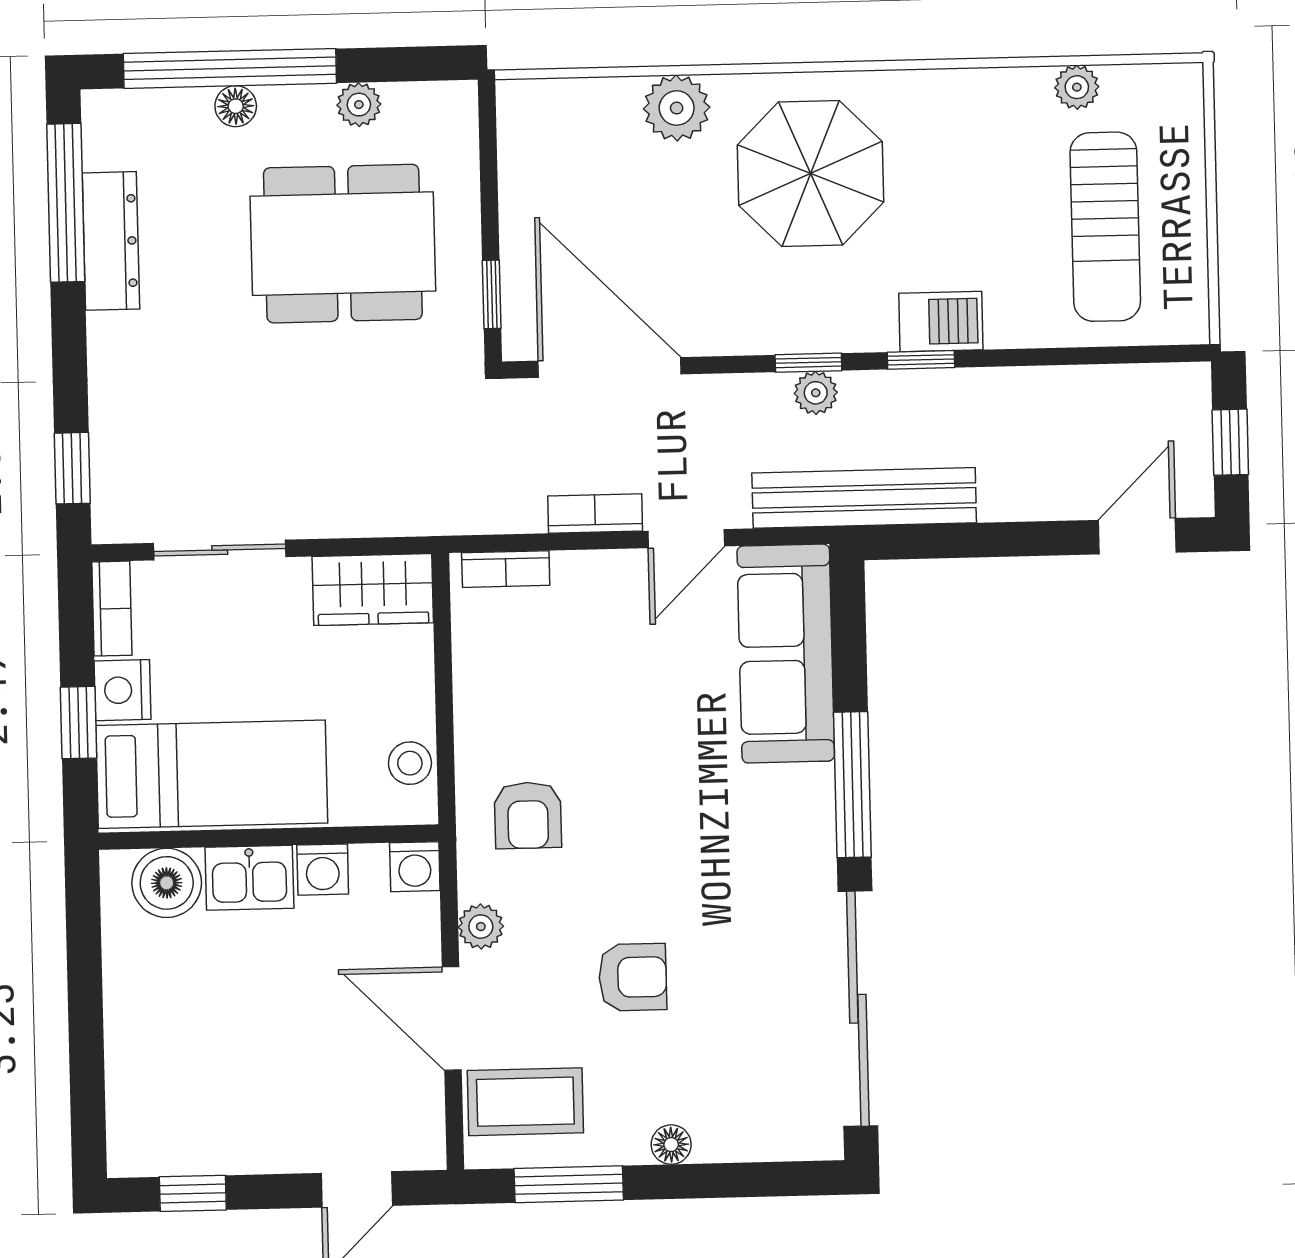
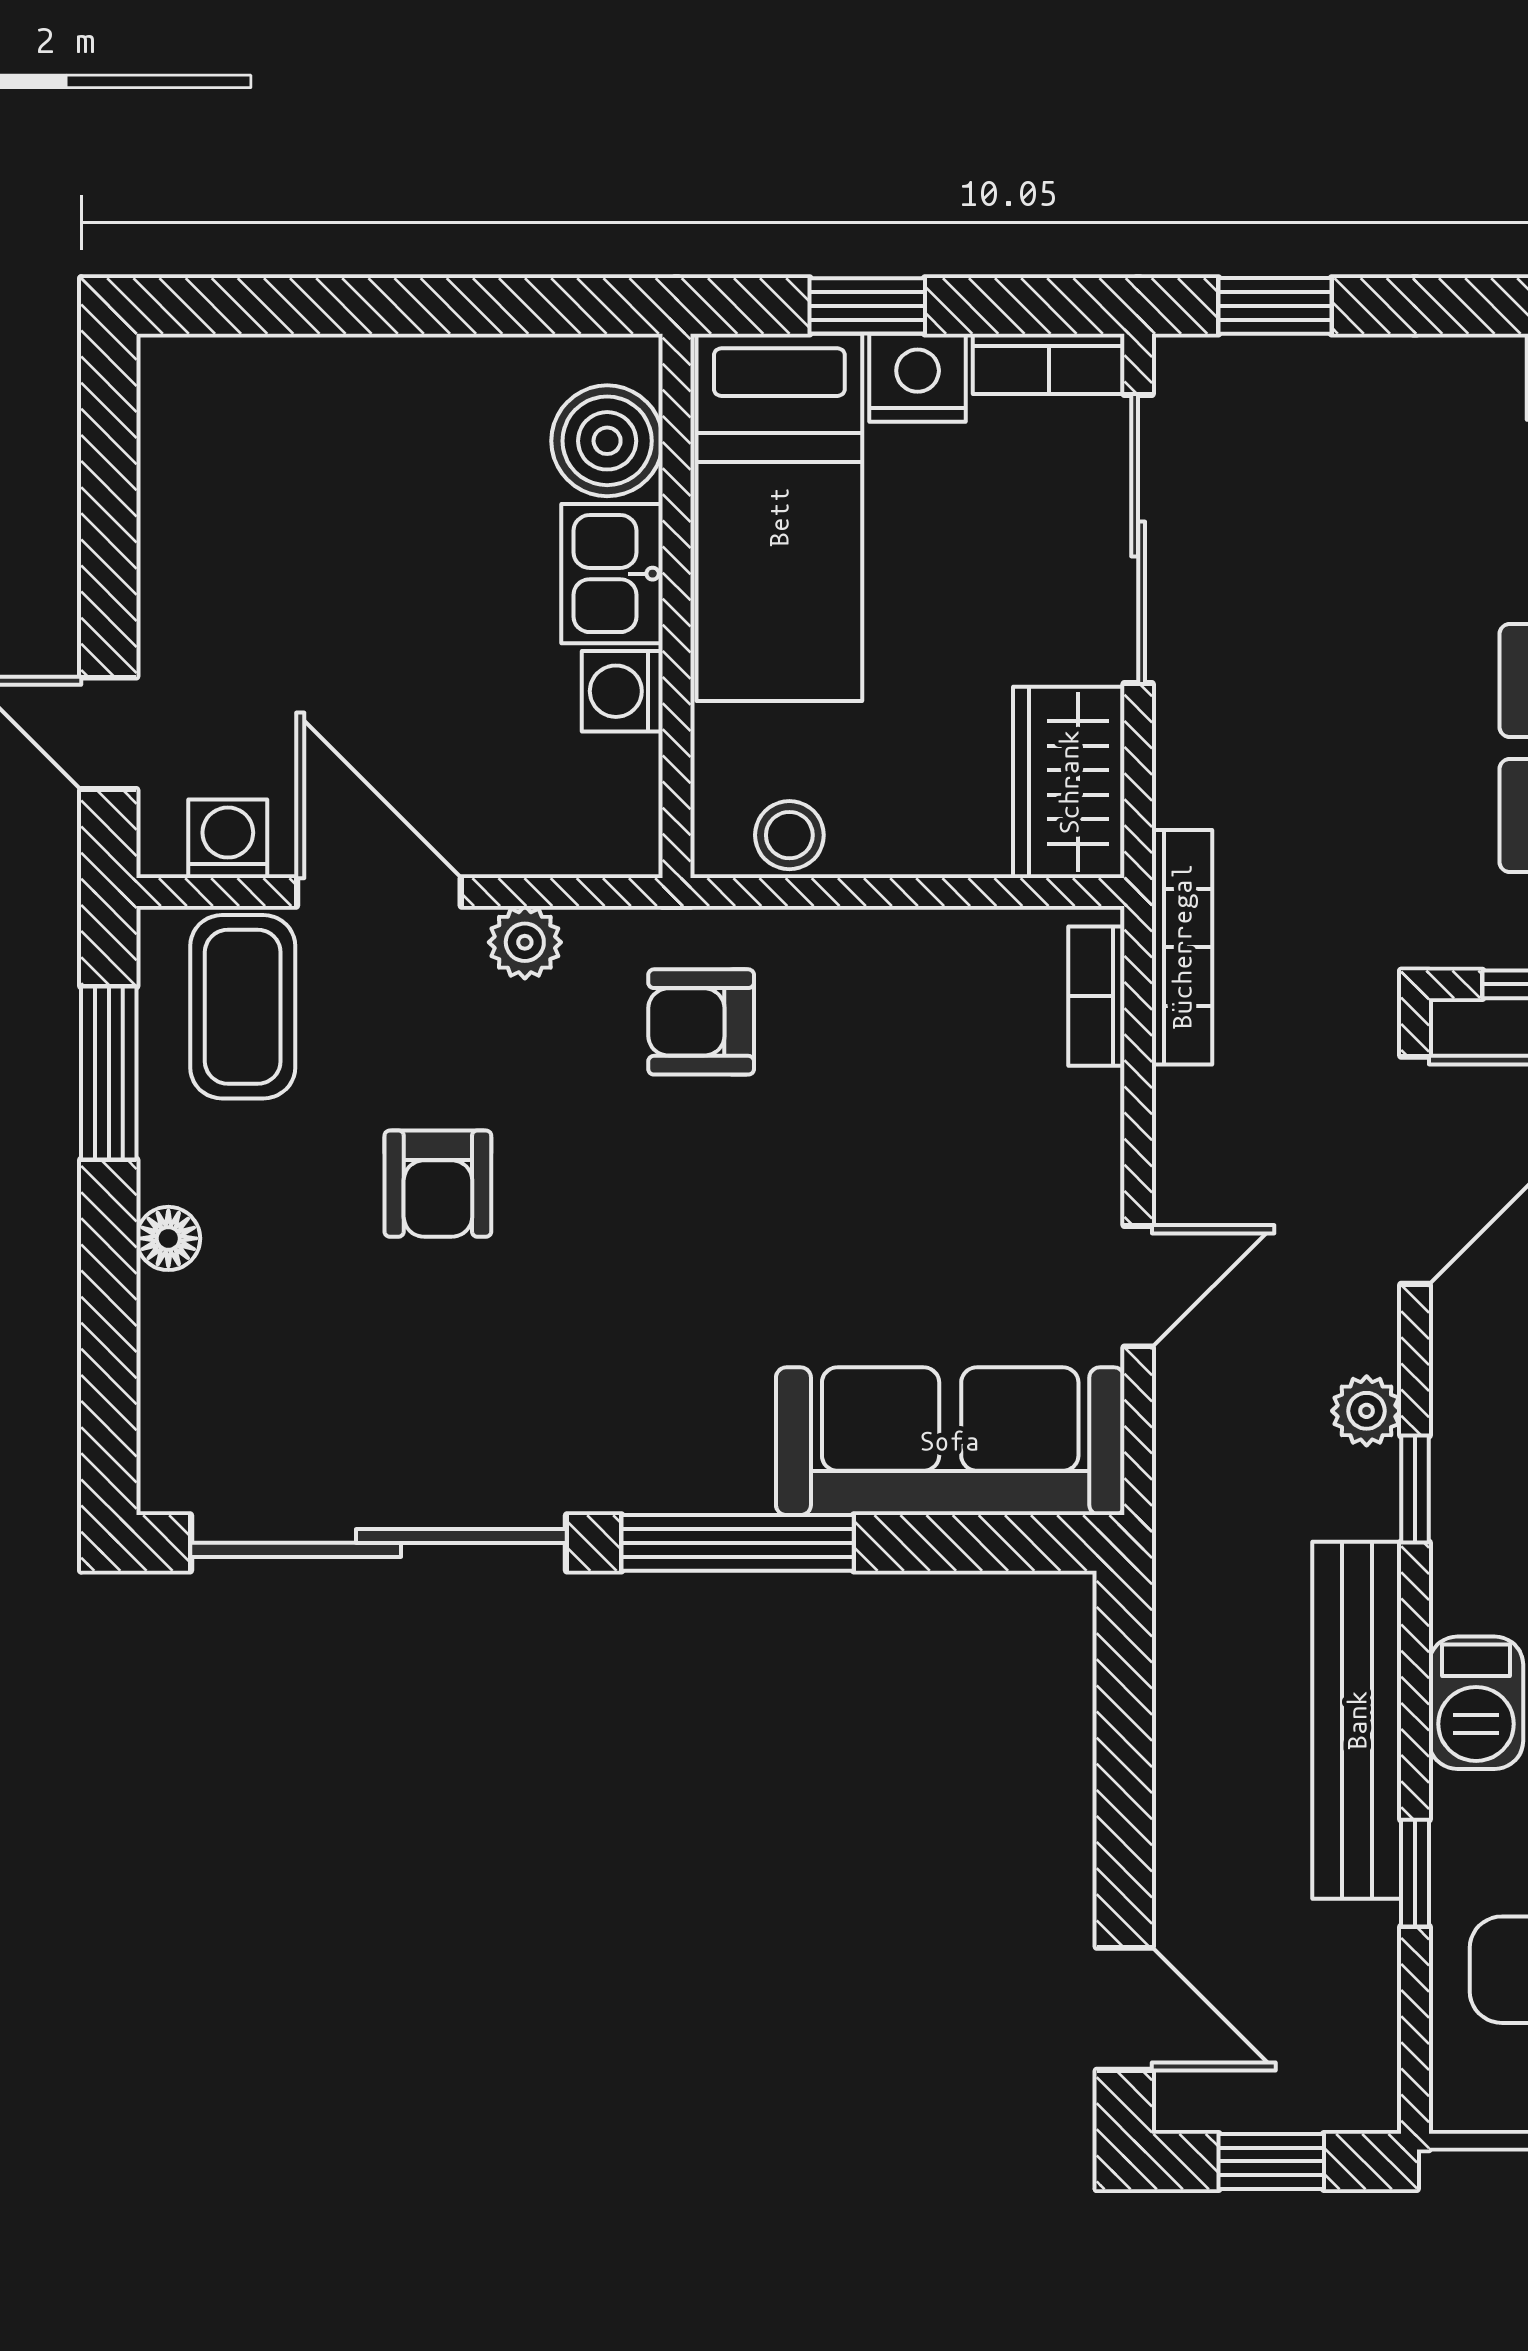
window: (921, 360) -> (1415, 1873), moved
plant: (816, 393) -> (1367, 1411), moved
bench: (864, 498) -> (1357, 1720), moved
bookcase: (595, 513) -> (1182, 947), moved, width x1.56
door: (686, 539) -> (1138, 1286), swing flipped
sliding door: (220, 550) -> (1138, 539), width x1.37
washing machine: (415, 867) -> (228, 839), moved, turned 90
door: (452, 1018) -> (379, 892), hinge flipped
window: (193, 1193) -> (109, 470), removed

